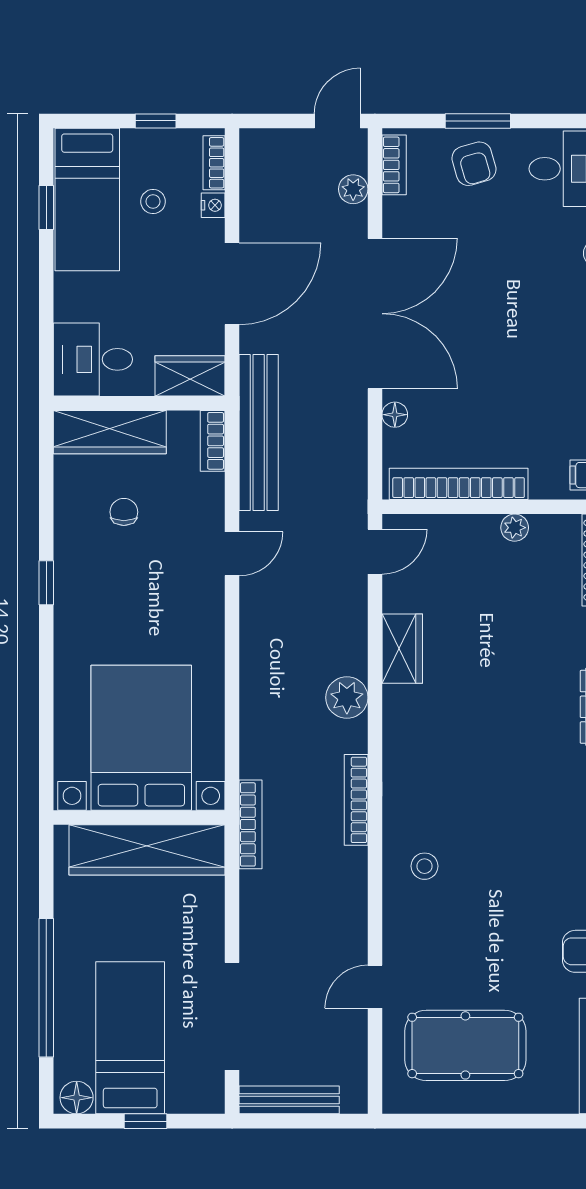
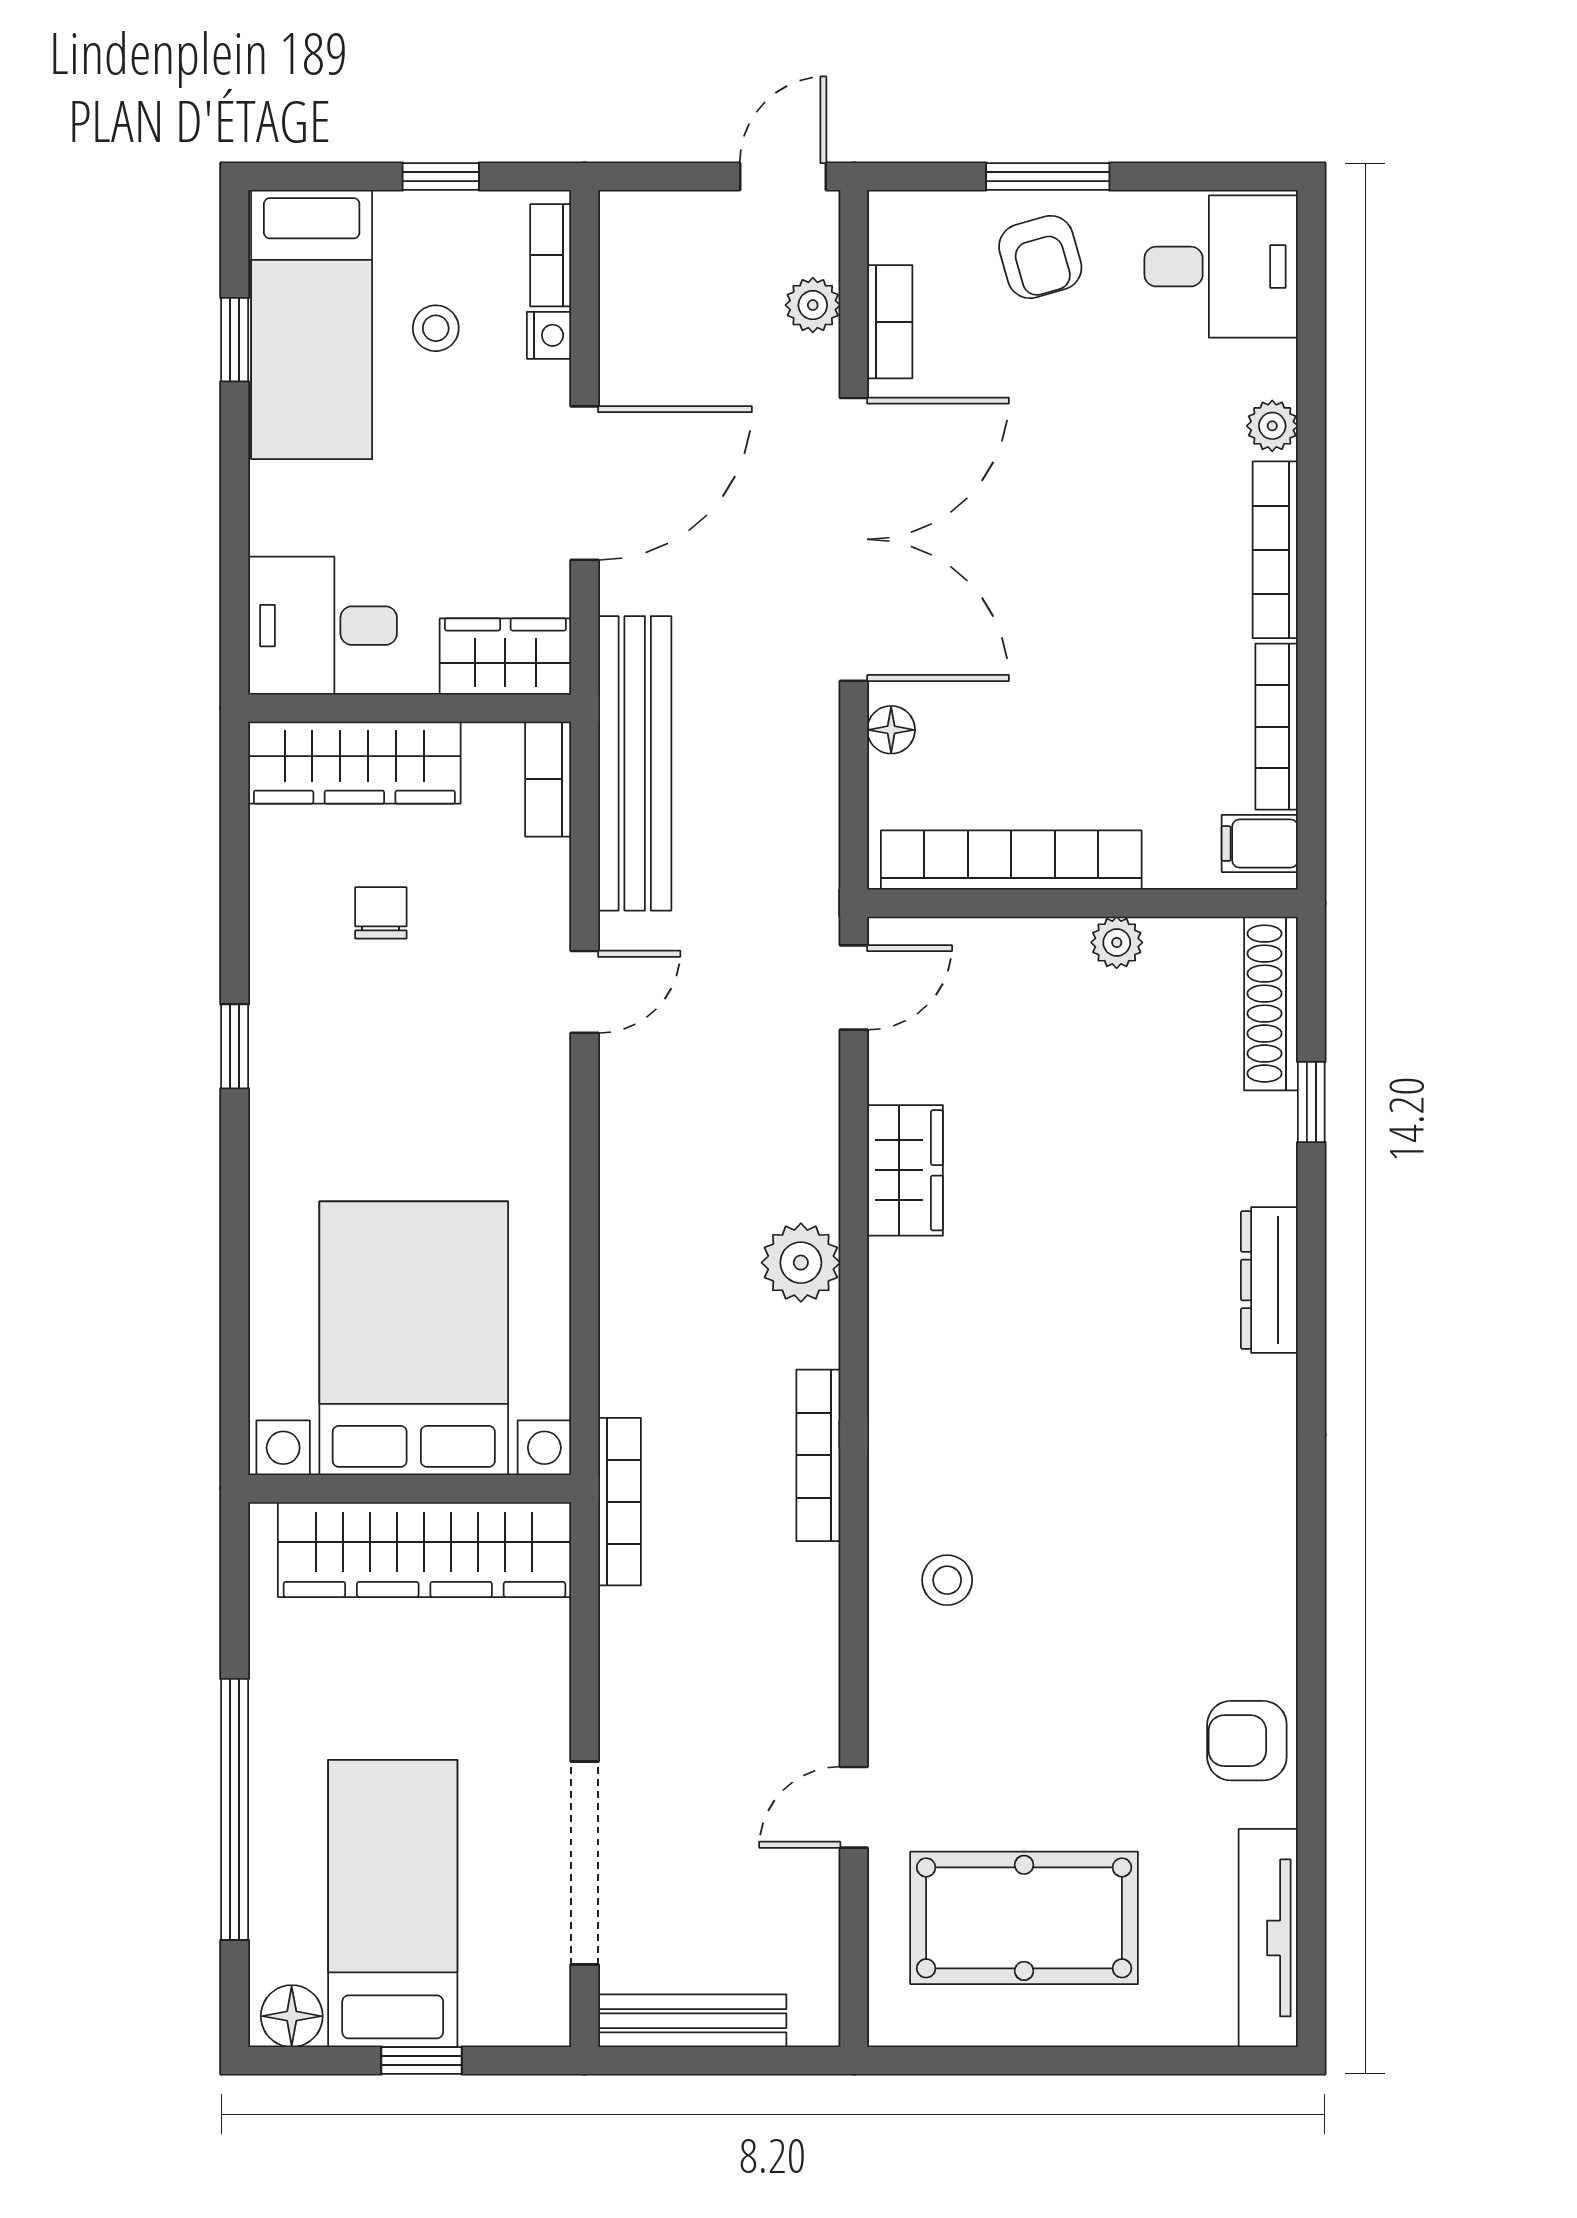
bookcase: (394, 165) -> (890, 322), moved

